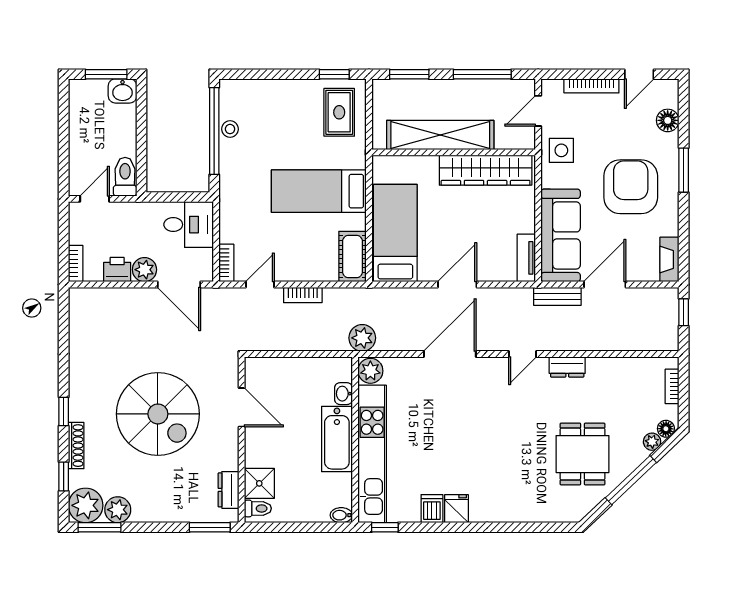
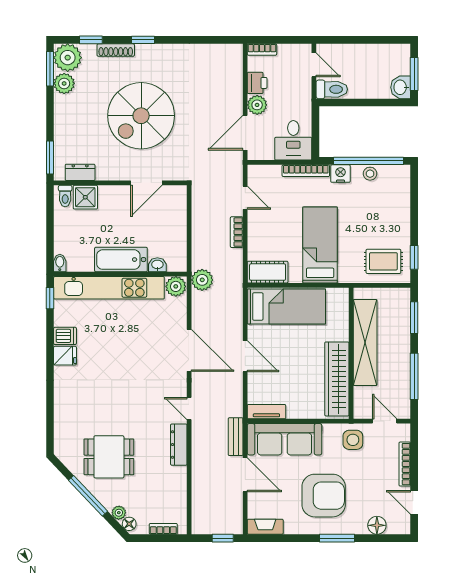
nightstand: (230, 166) -> (340, 174), added
bookcase: (226, 263) -> (306, 171), moved, width x1.56
dresser: (567, 367) -> (179, 445), width x1.44

